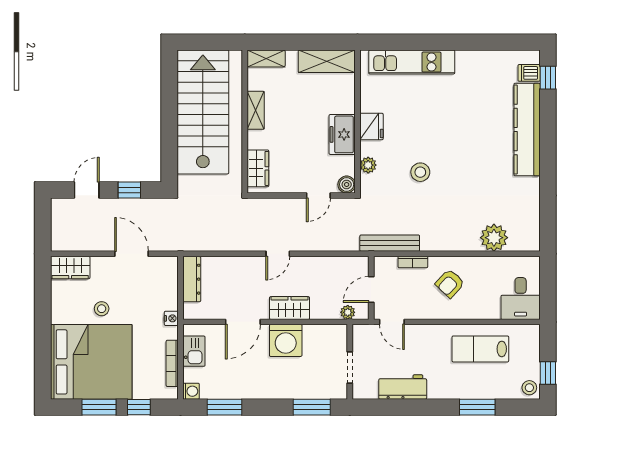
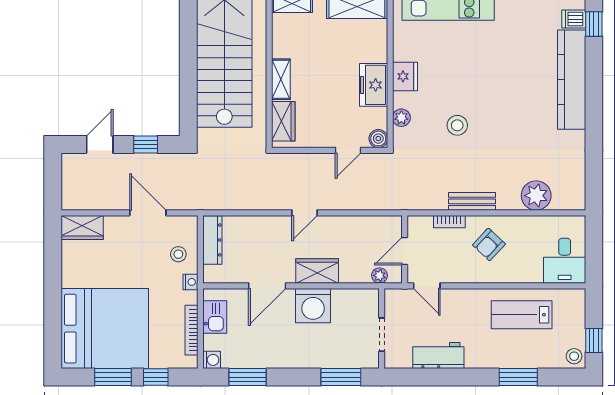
shelving: (256, 110) -> (281, 79), moved
bench: (390, 243) -> (472, 201), moved, width x0.73
stool: (102, 309) -> (178, 254), moved

